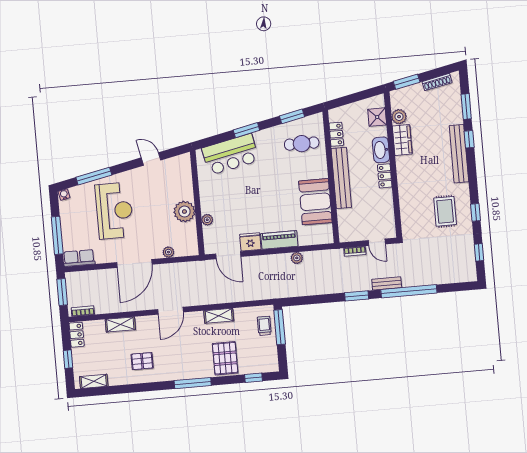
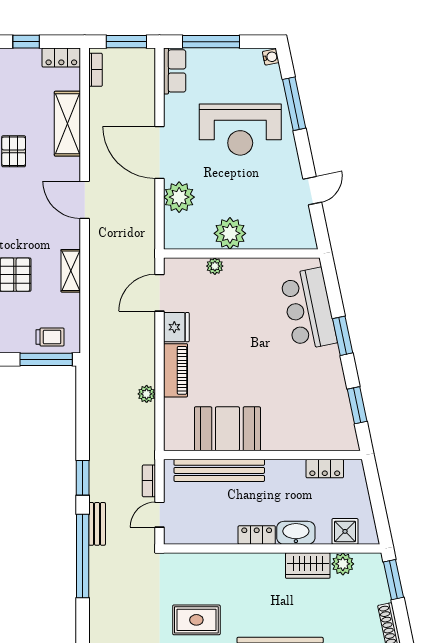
cafe table: (302, 144) -> (315, 416), removed
bench: (341, 178) -> (219, 470), moved
plant: (168, 252) -> (179, 197), width x1.88, depth x1.88
shelving: (120, 324) -> (67, 124), width x1.50, depth x1.33

